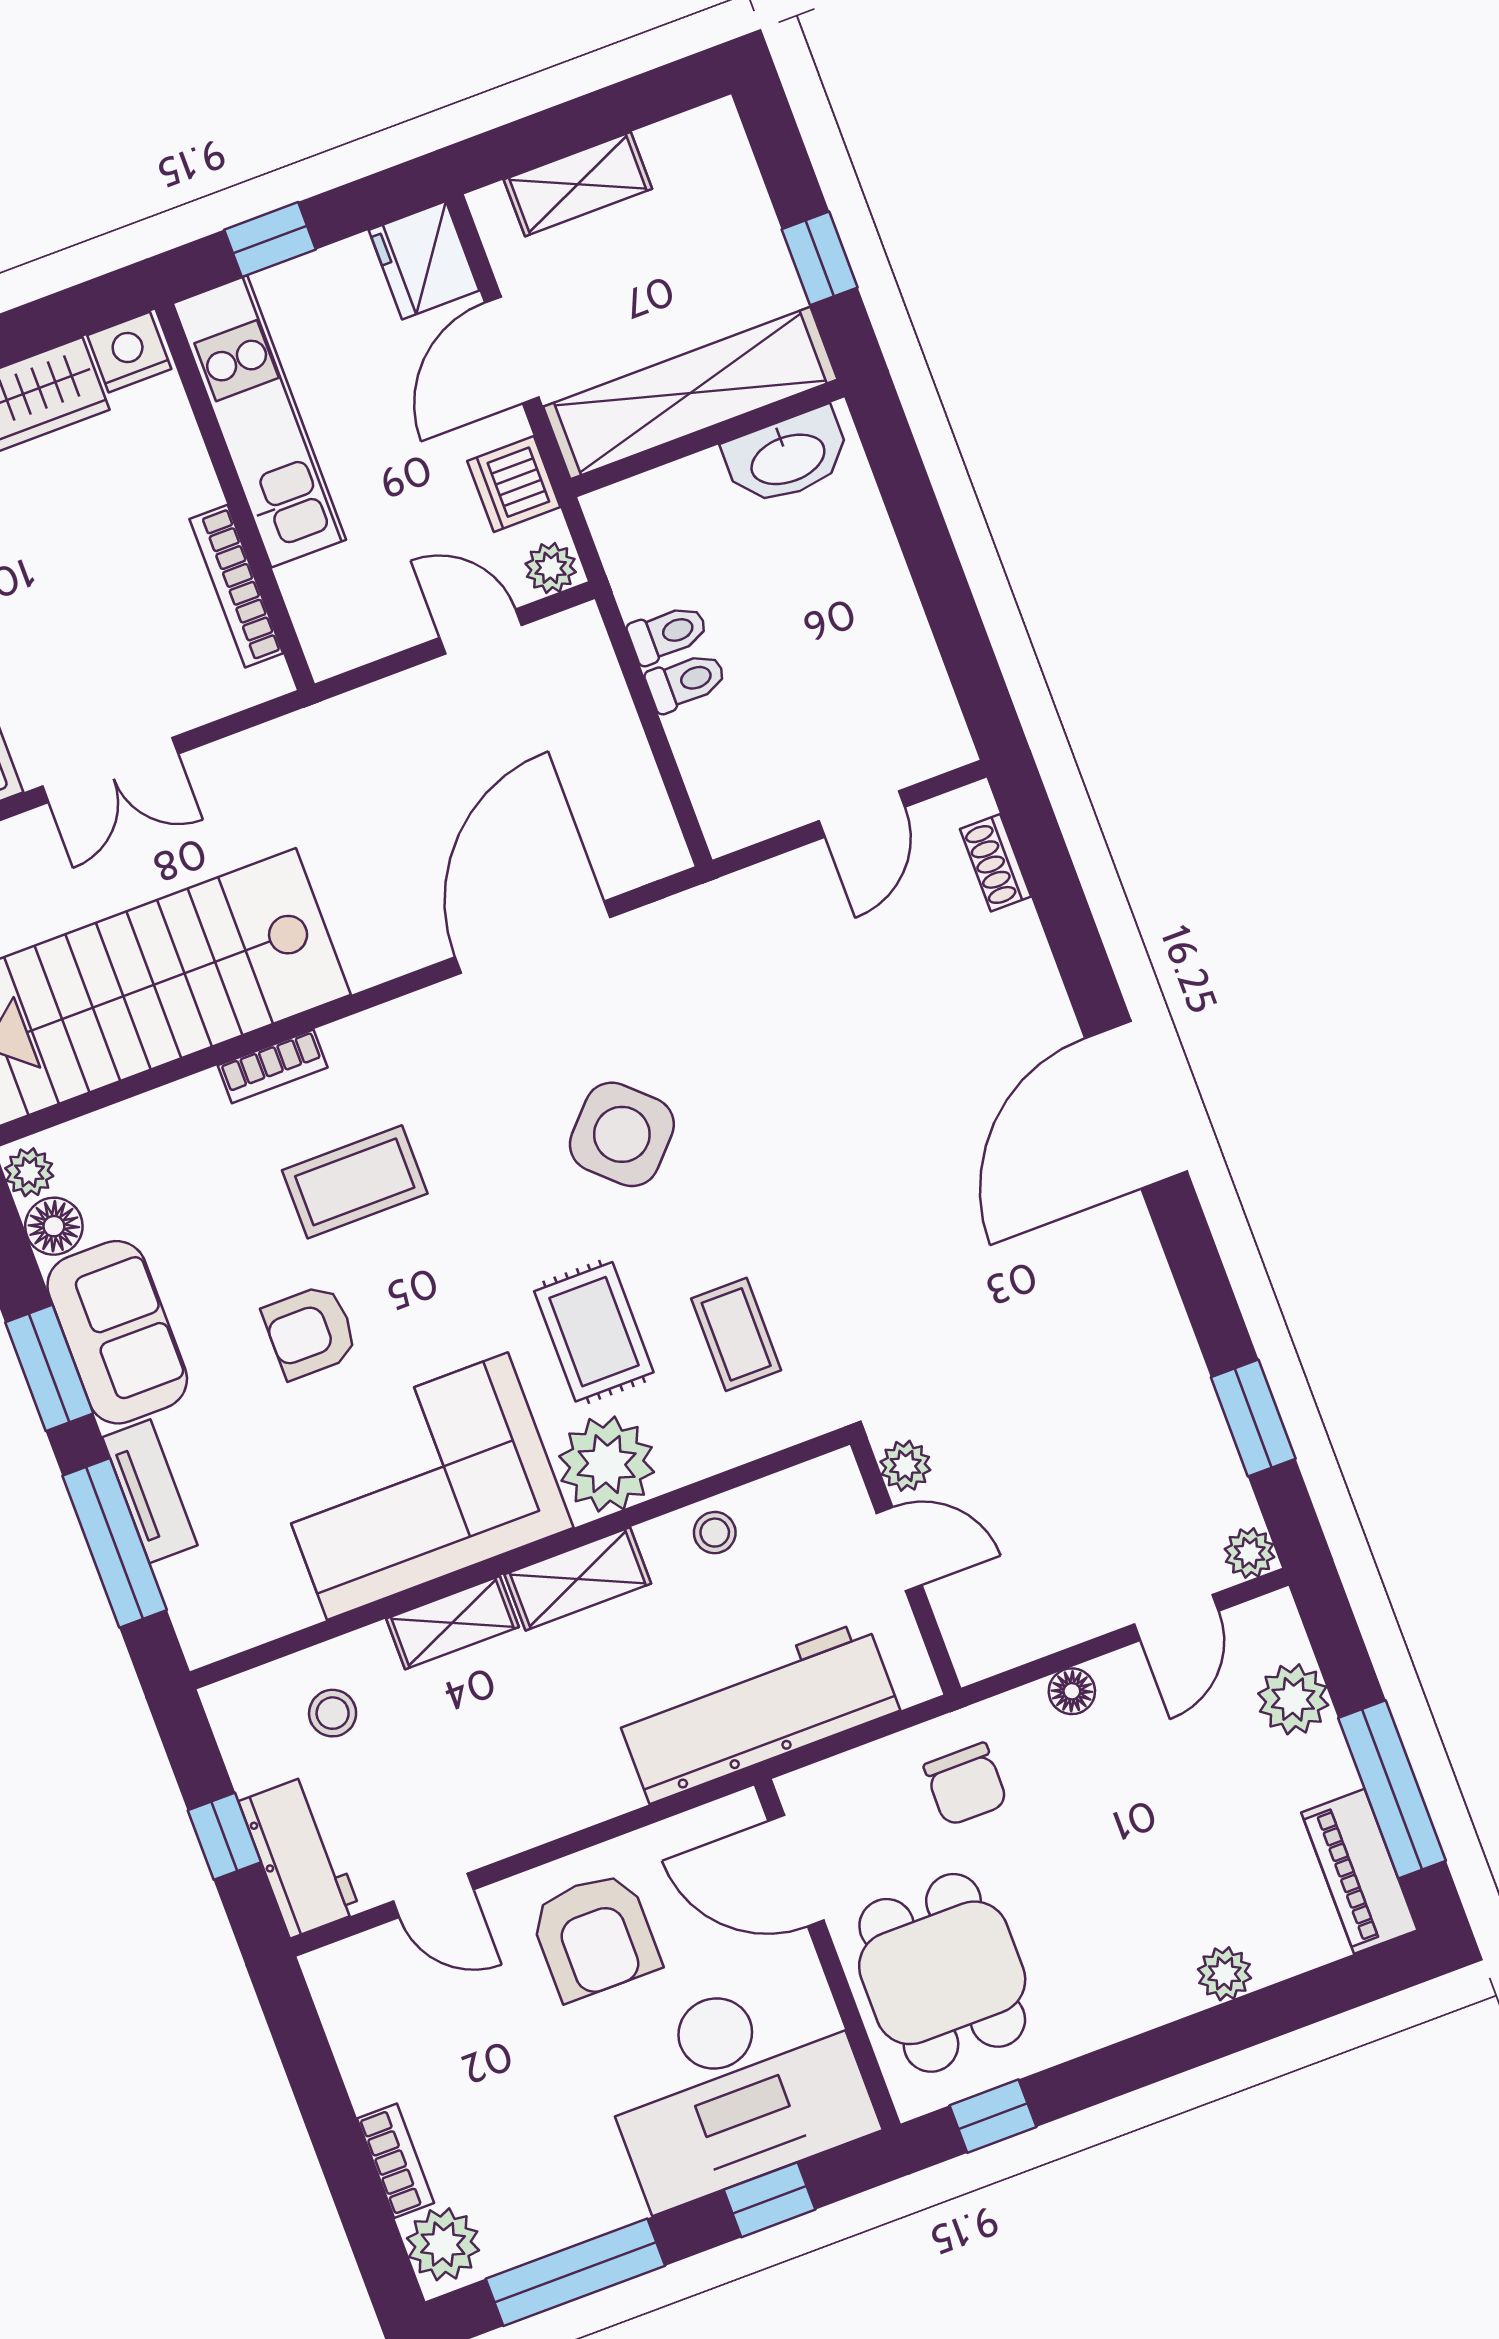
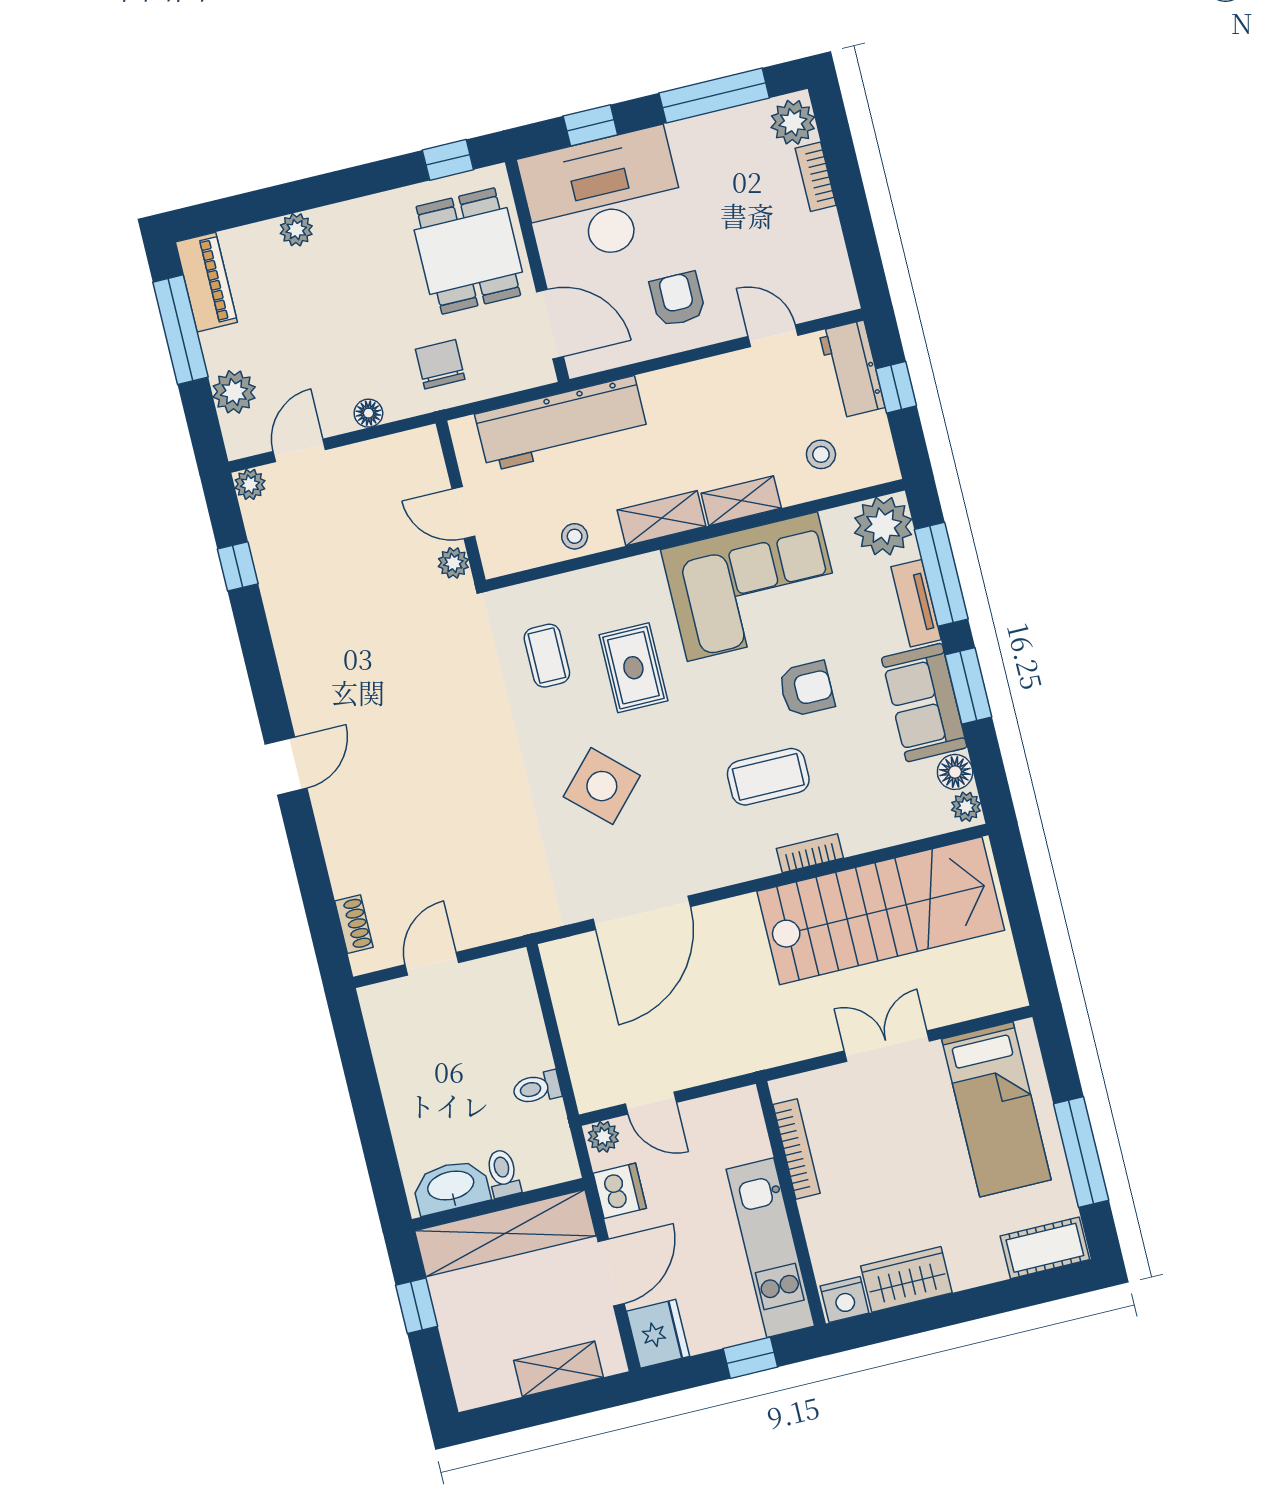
toilet: (686, 681) -> (503, 1173), moved, turned 90
door: (1136, 1105) -> (286, 766), width x0.53
window: (1253, 1418) -> (238, 566), width x0.67
plant: (607, 1464) -> (883, 526), moved
armchair: (595, 1936) -> (678, 299), width x0.72, depth x0.72

